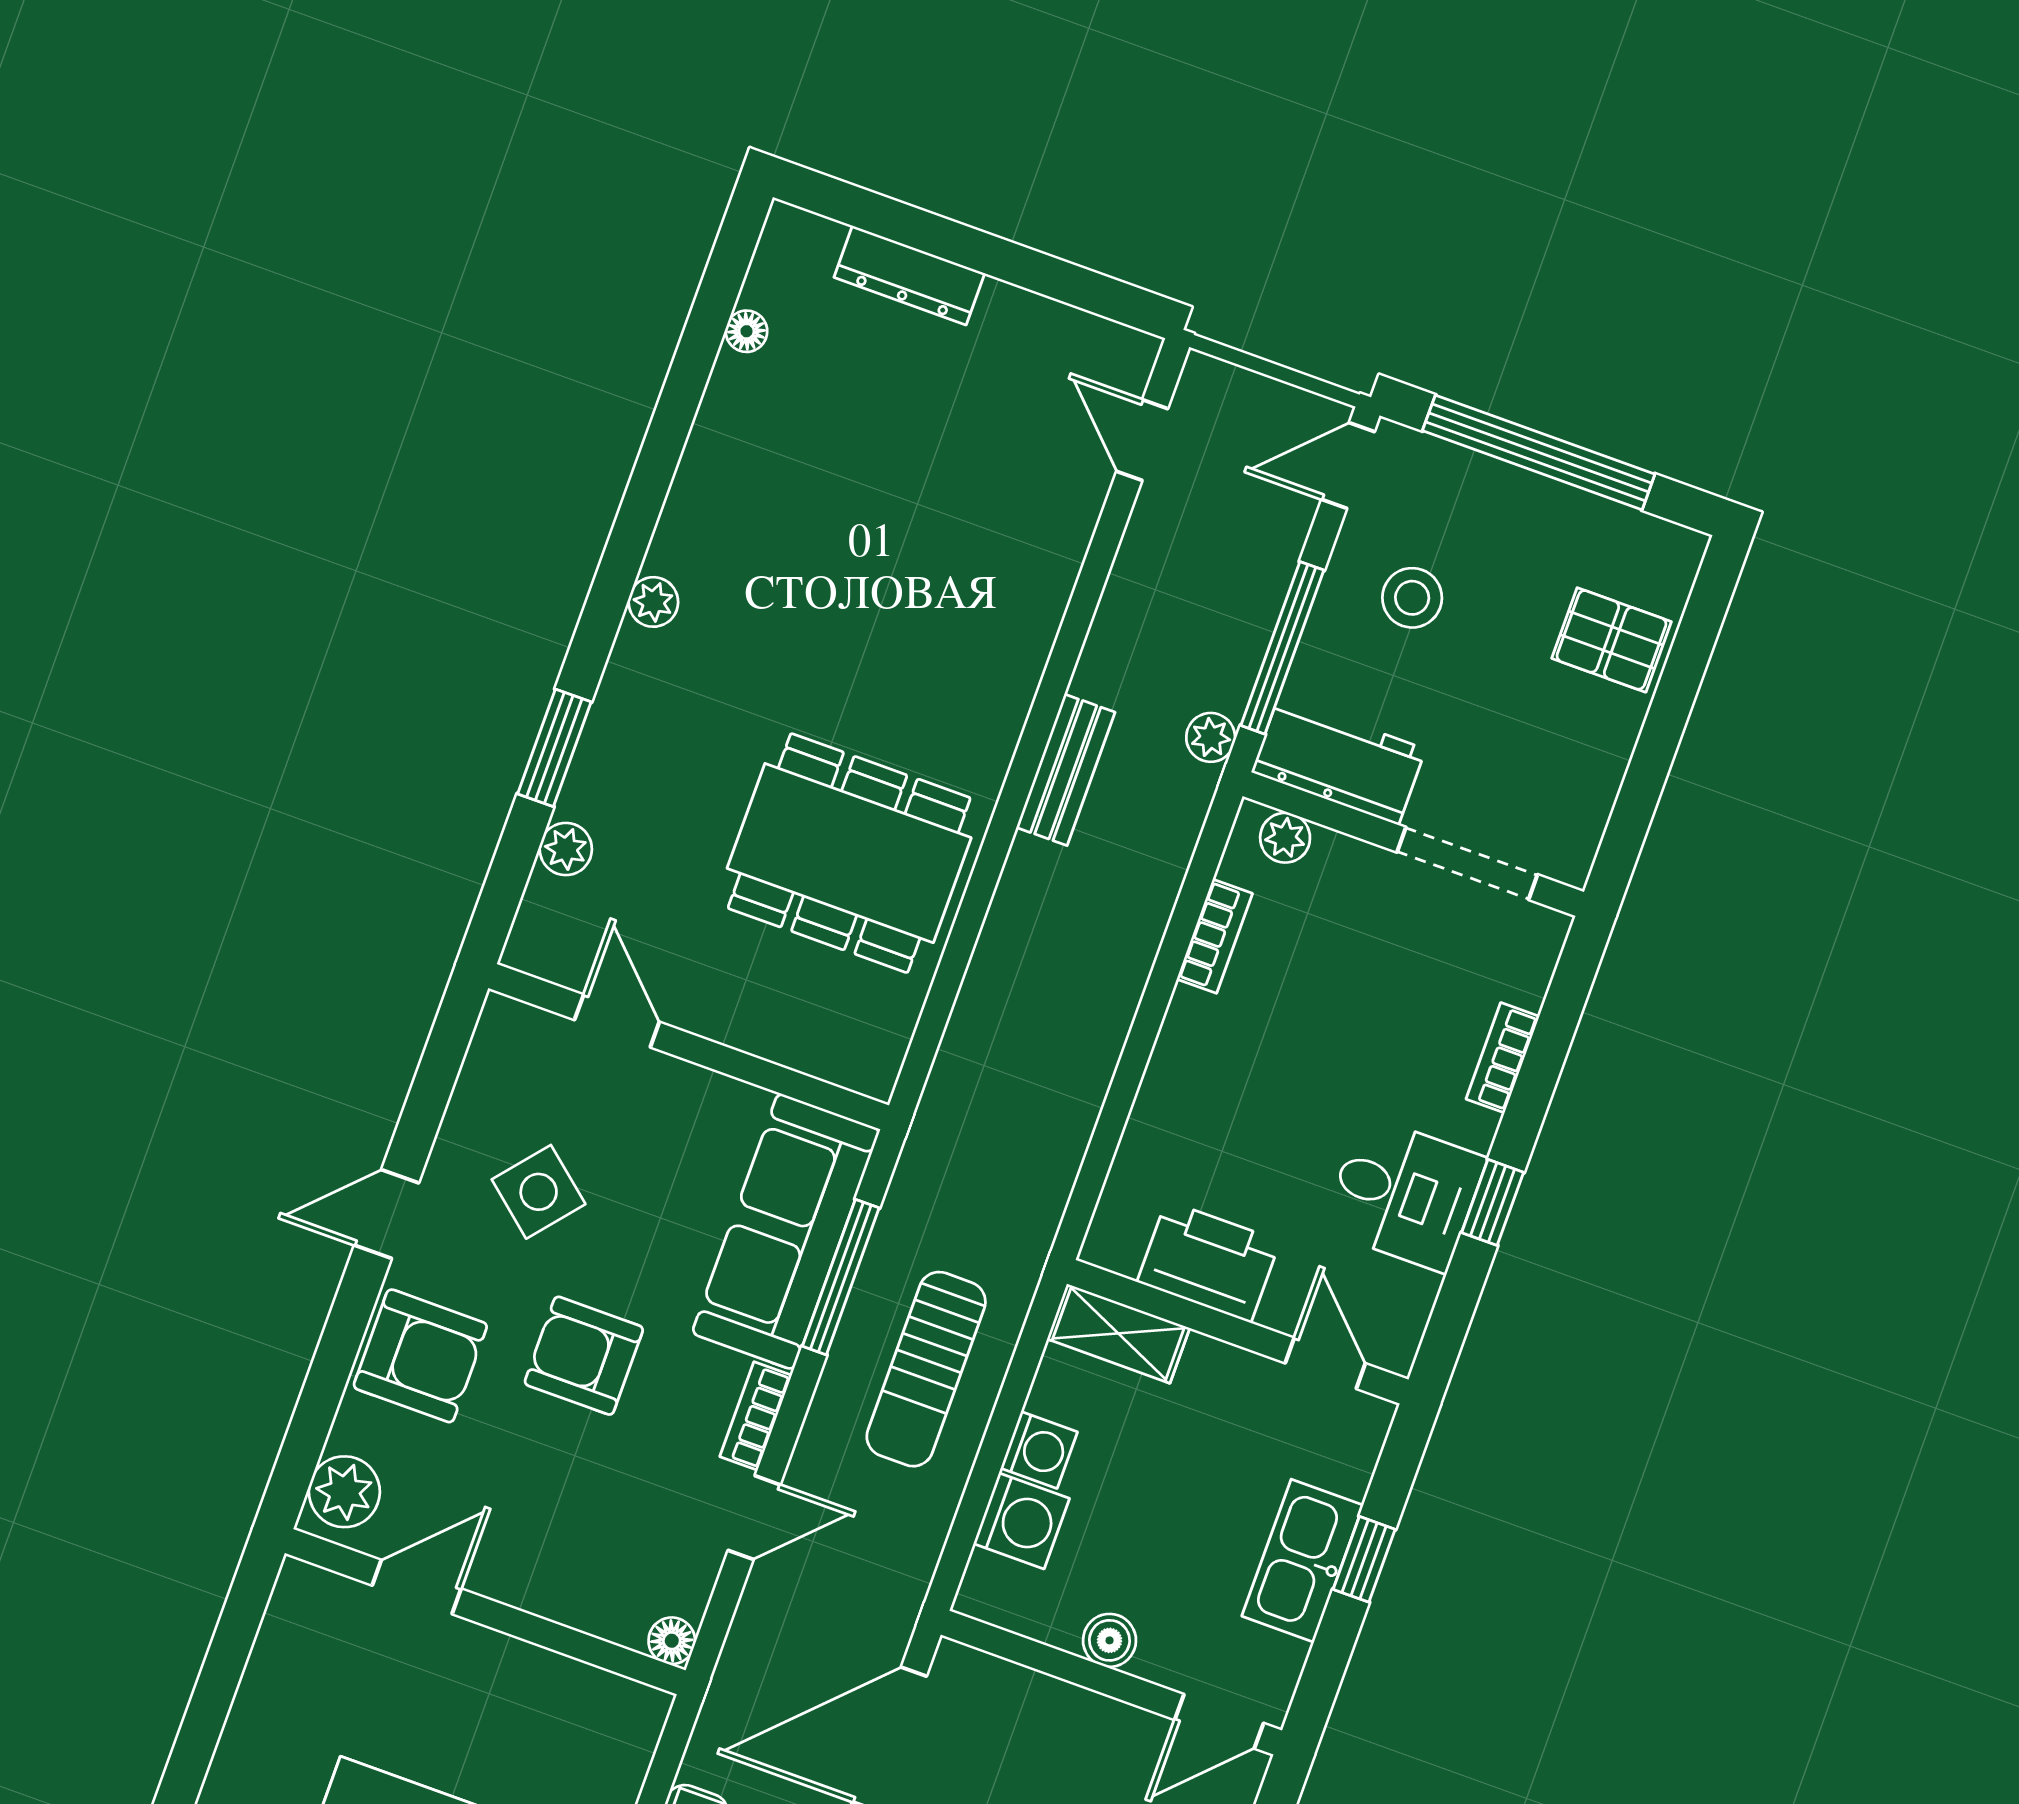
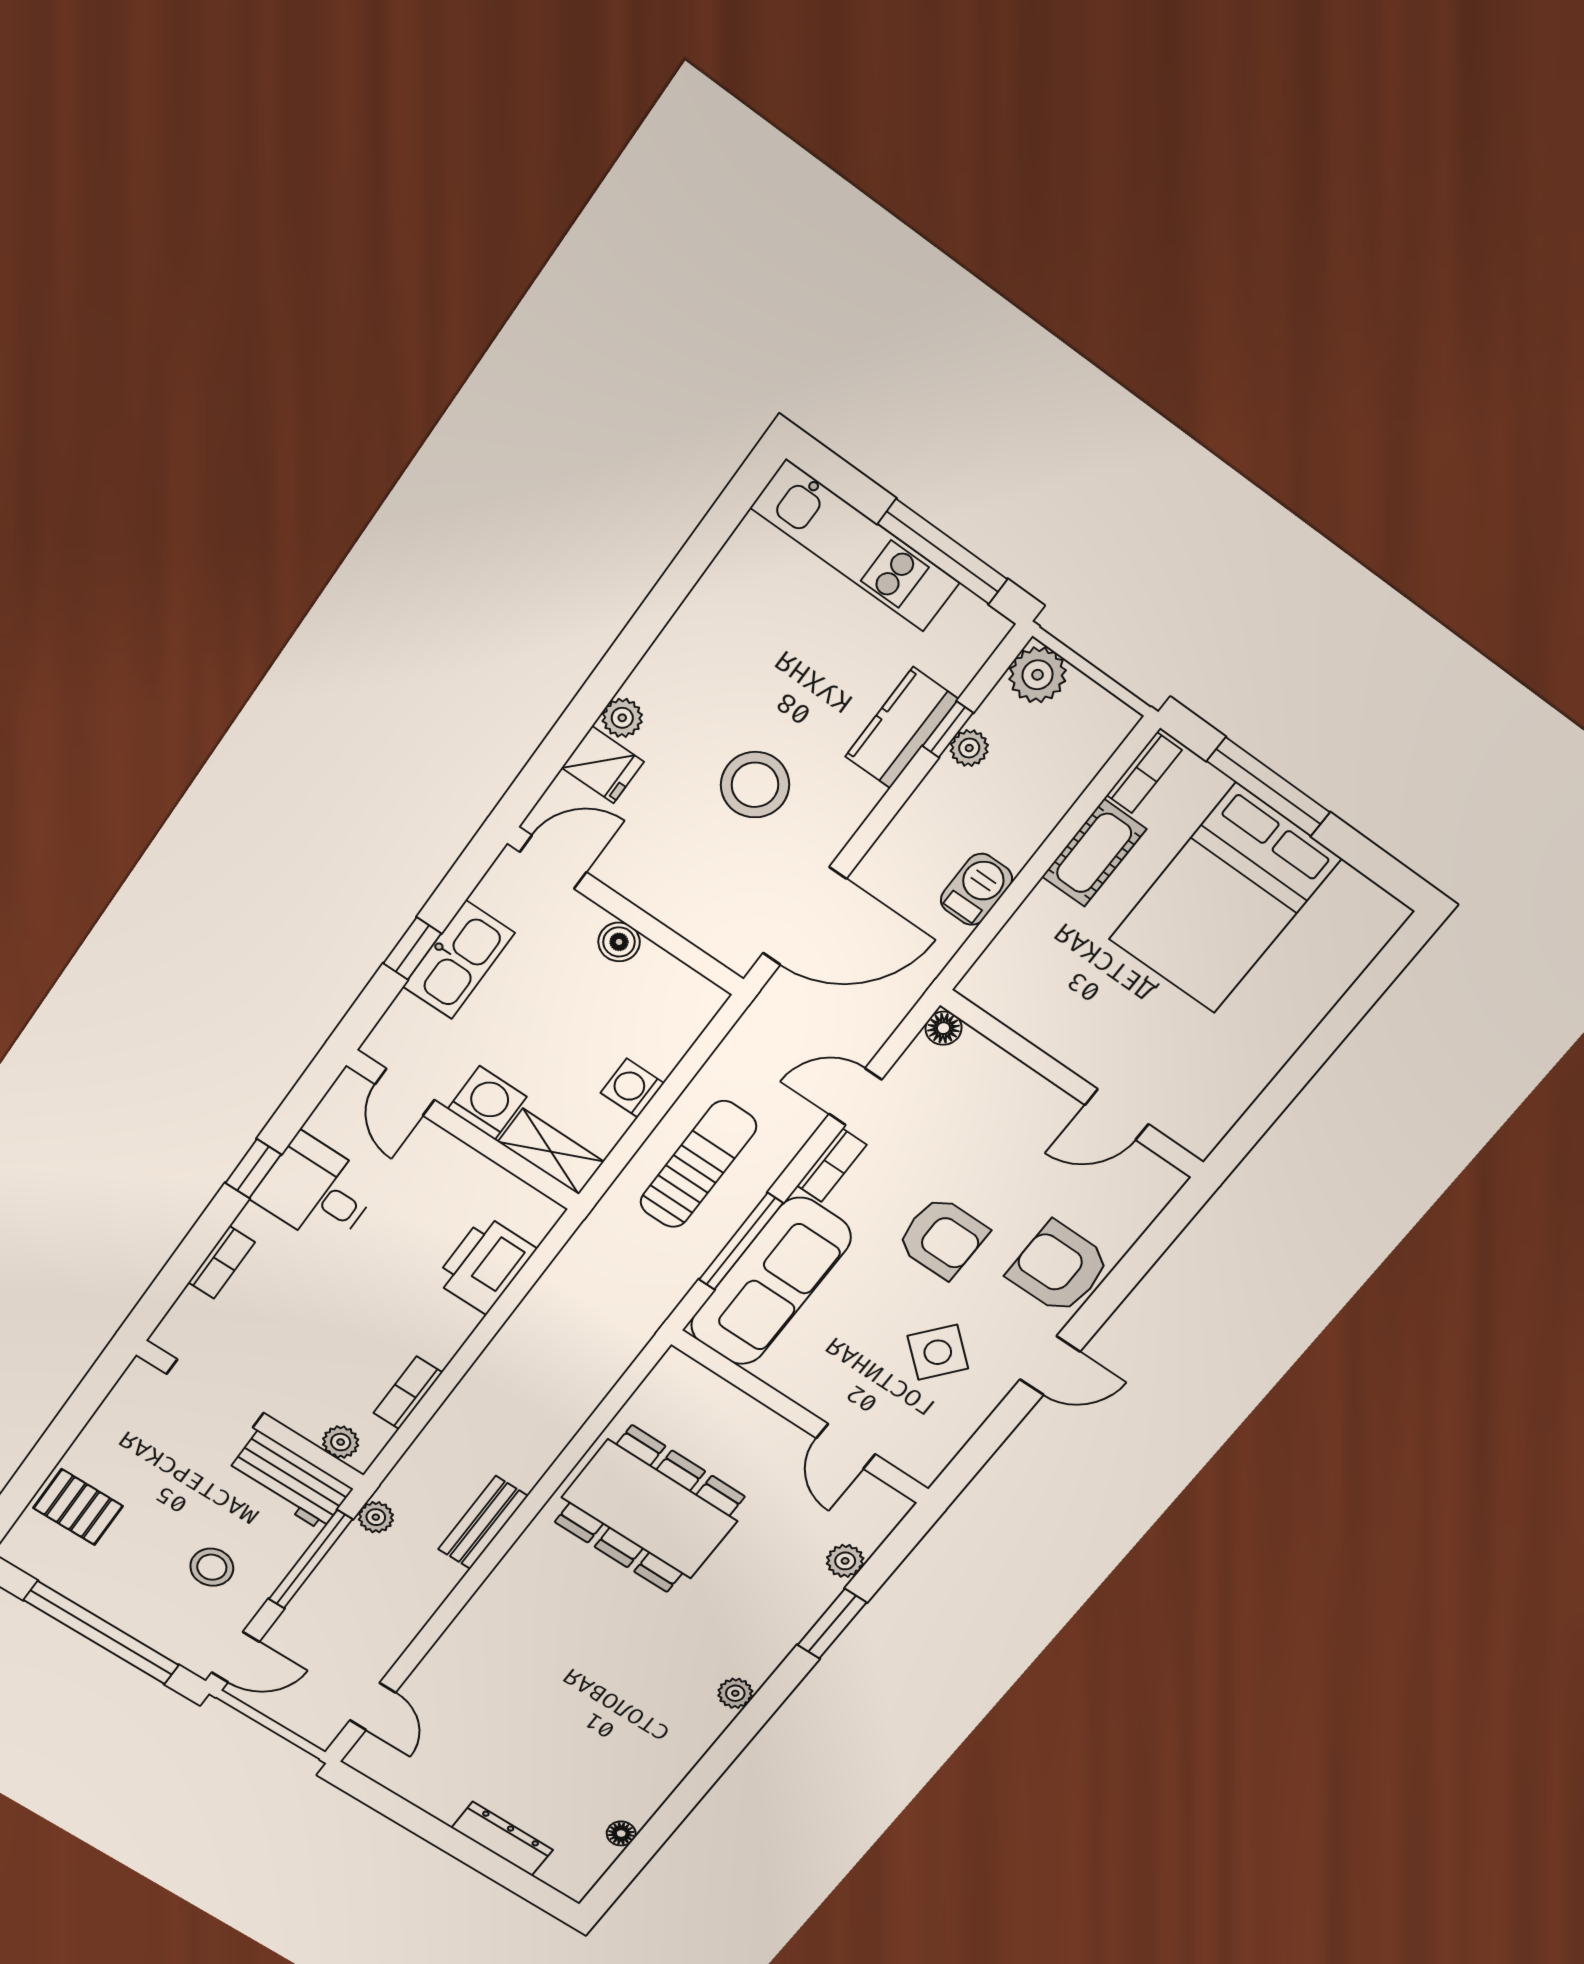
printer: (1209, 1261) -> (485, 1265), moved, turned 90
plant: (344, 1492) -> (1146, 1192), removed
washing machine: (1021, 1521) -> (487, 1103), moved, turned 90

